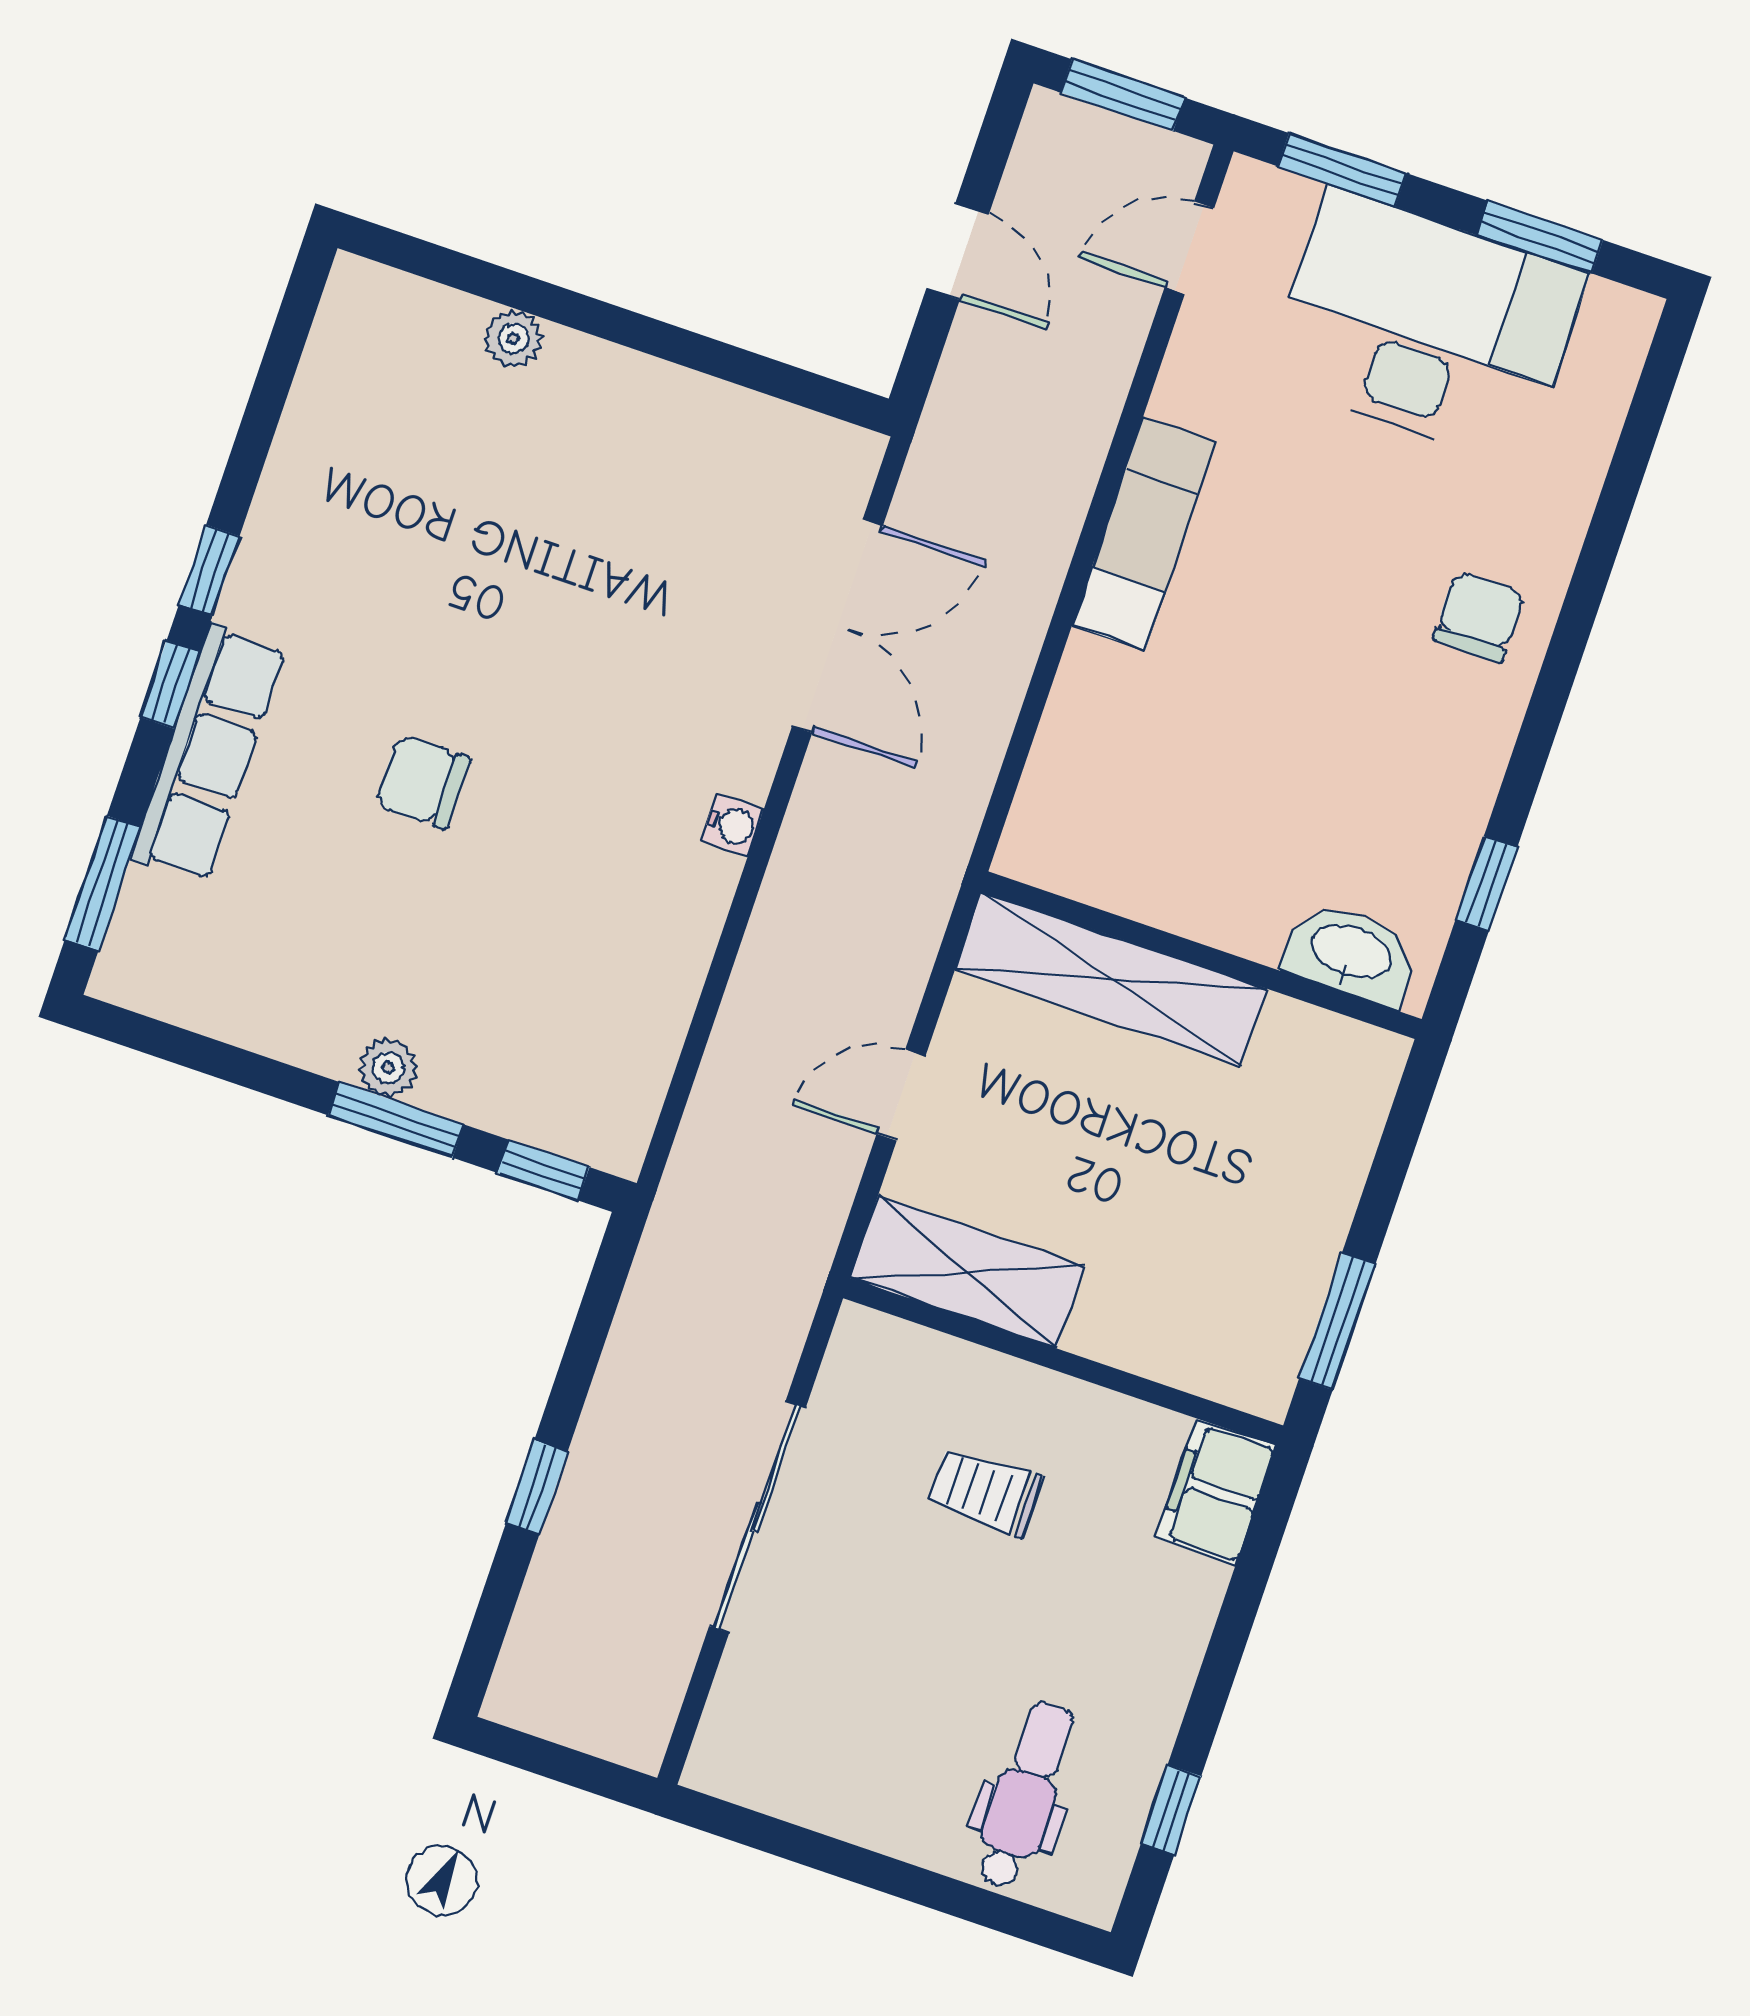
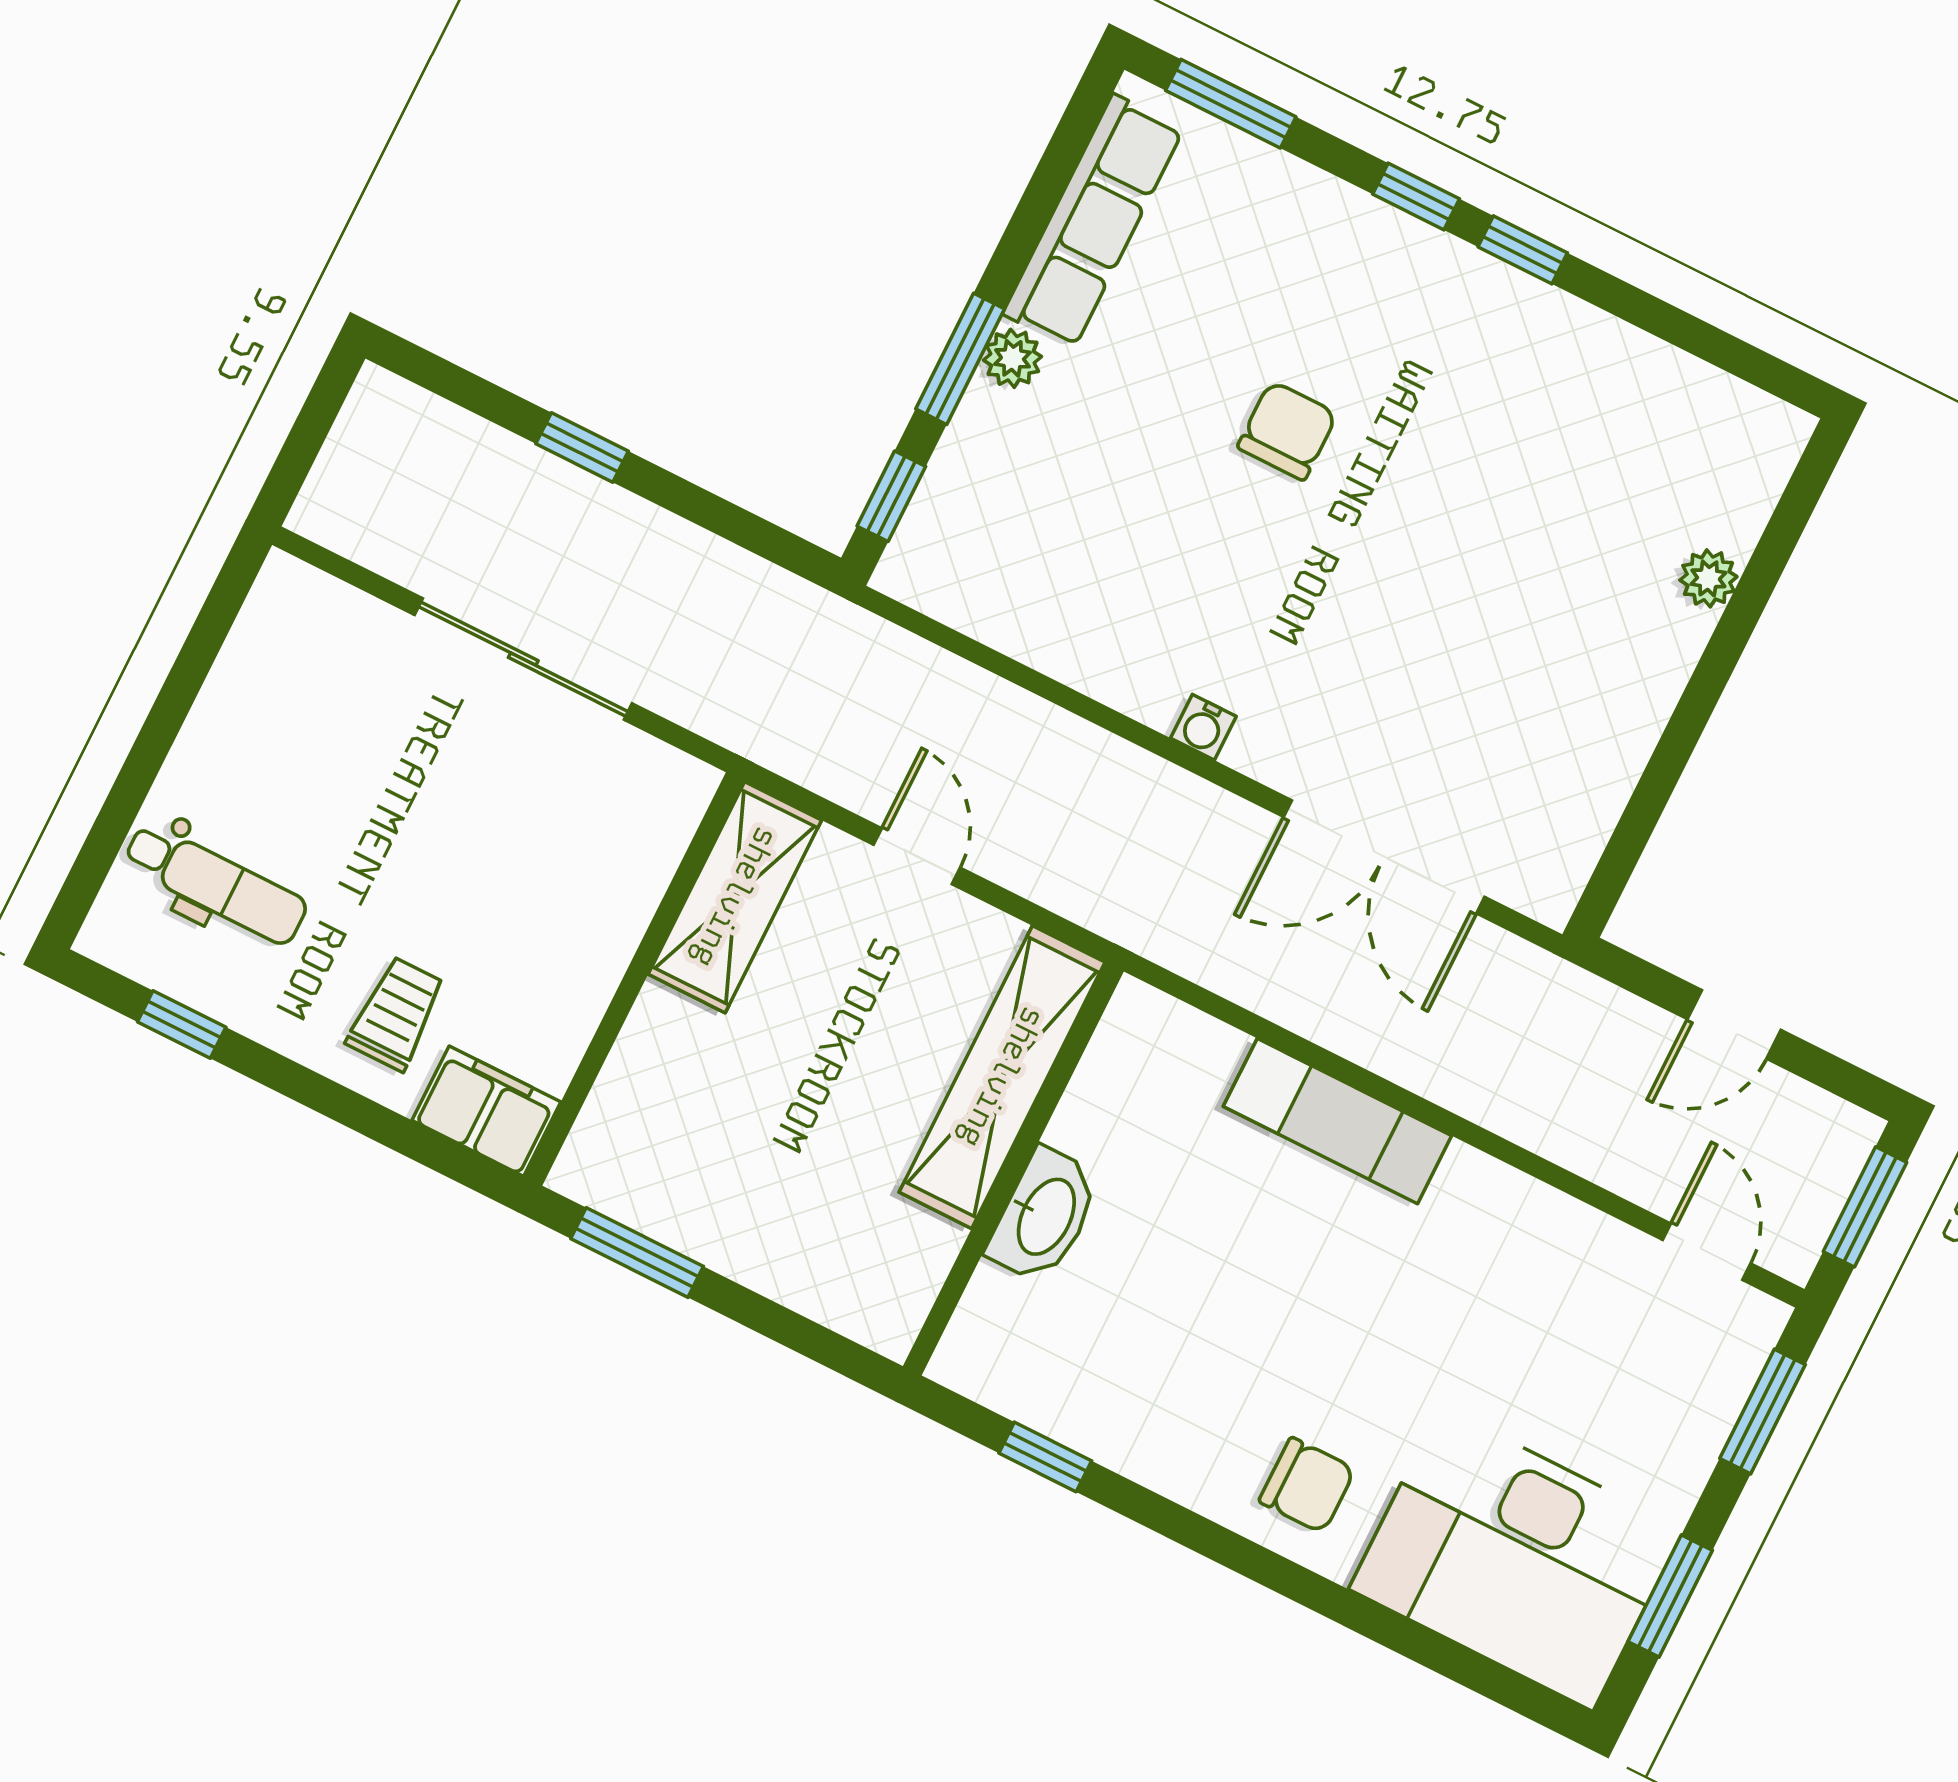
desk: (1425, 326) -> (1516, 1559), moved, turned 90
exam couch: (1144, 533) -> (1337, 1121), moved
row of seats: (208, 753) -> (1093, 221), moved, turned -90
washbasin: (1350, 954) -> (1044, 1216), moved
trolley: (985, 1492) -> (396, 1014), moved

